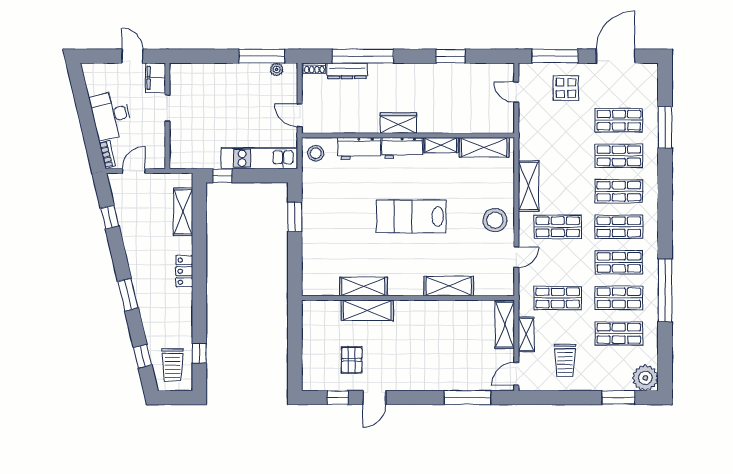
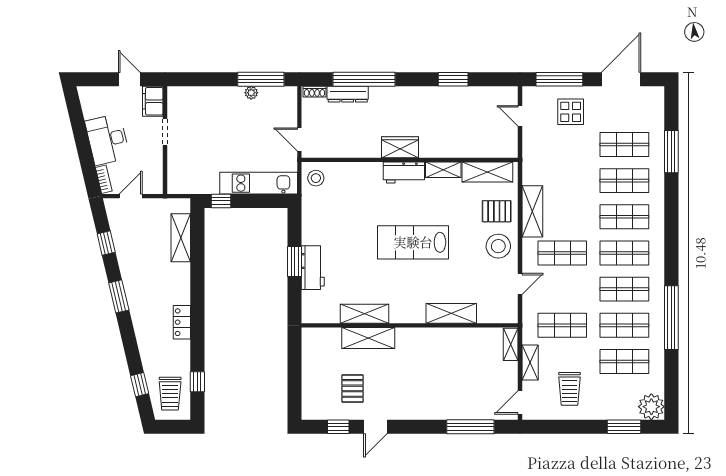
plant: (277, 69) -> (251, 93), moved
workbench: (359, 149) -> (313, 268), moved, turned -90
pallet: (493, 186) -> (497, 211), added
window: (295, 217) -> (295, 261), moved
locker: (184, 271) -> (182, 322), moved
window: (128, 295) -> (119, 296), moved
shelving: (505, 325) -> (511, 344), width x0.67, depth x0.75

